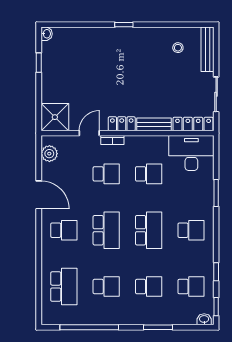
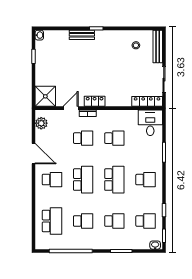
bench: (154, 124) -> (82, 35), moved
desk: (191, 153) -> (150, 123), width x0.73

